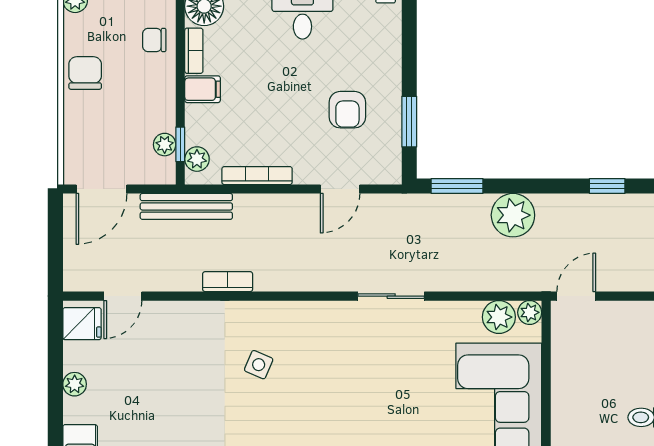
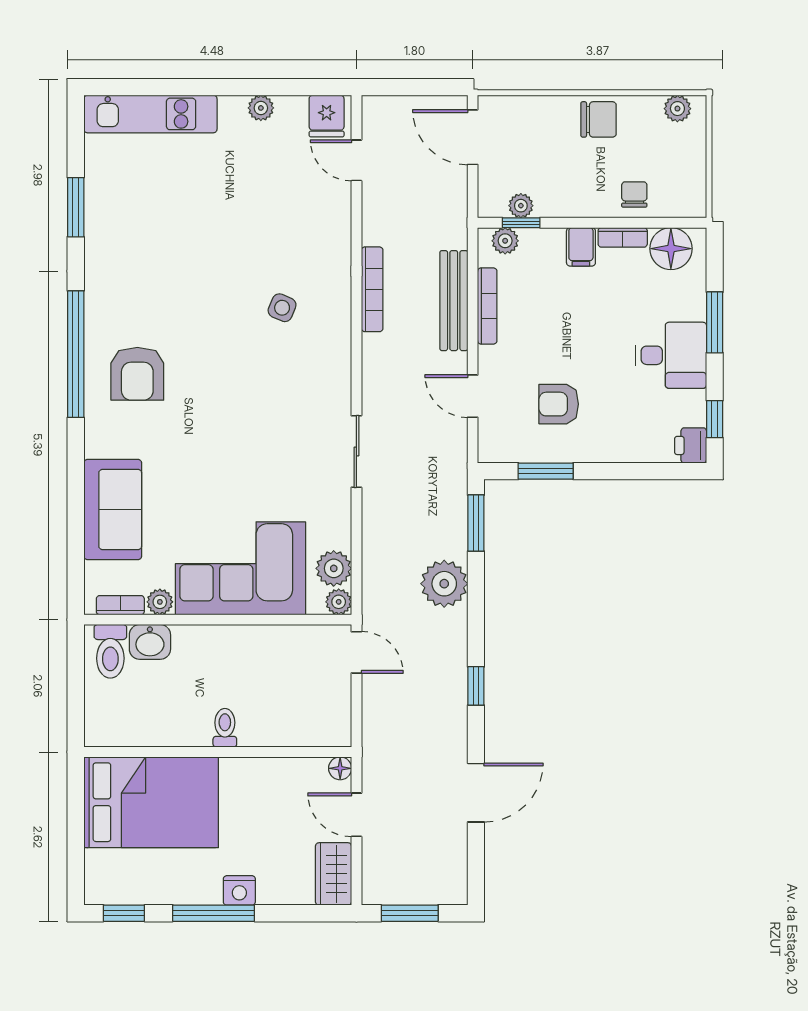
bench: (186, 206) -> (454, 301), moved
bookcase: (228, 282) -> (372, 289), width x1.56

